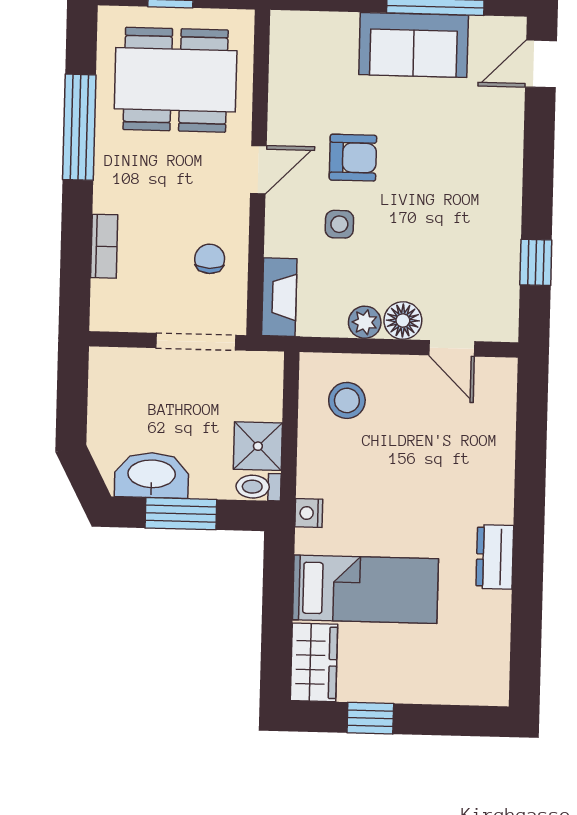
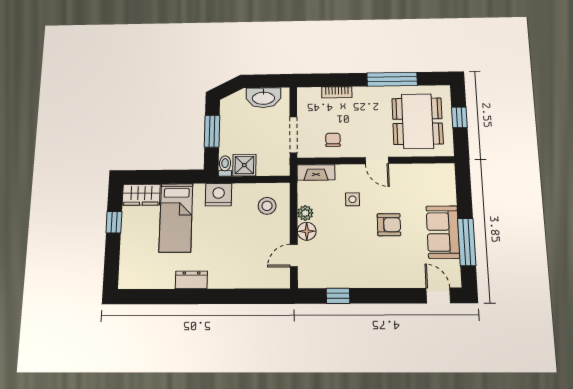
armchair: (353, 158) -> (389, 225), moved, turned -90
chair: (210, 259) -> (333, 140), turned -90
washbasin: (152, 475) -> (263, 98), moved, turned 90
nightstand: (309, 513) -> (219, 195), width x1.89, depth x1.79

